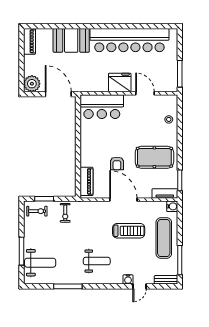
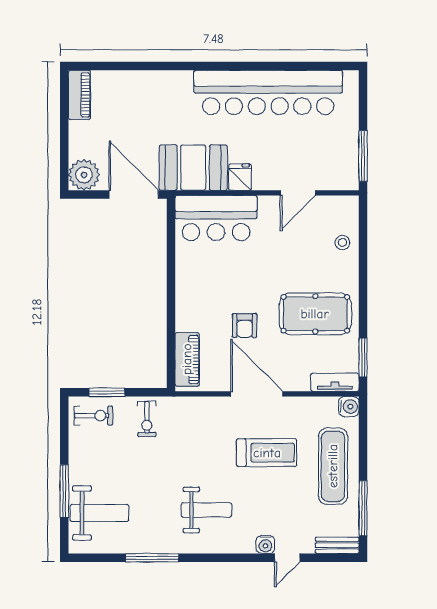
booth: (71, 40) -> (193, 168), moved
fridge: (120, 83) -> (240, 177), width x0.53, depth x0.75
door: (145, 93) -> (298, 193), swing flipped

